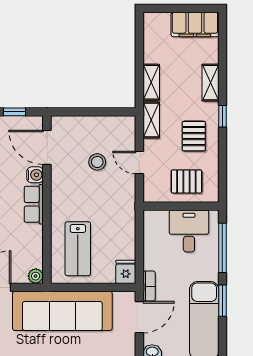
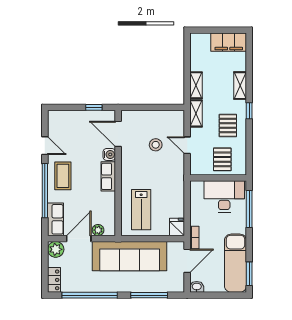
pallet: (186, 181) -> (222, 159), turned 90
desk: (189, 231) -> (224, 196), width x1.37
plant: (36, 276) -> (98, 230), moved
window: (222, 301) -> (249, 274), moved

